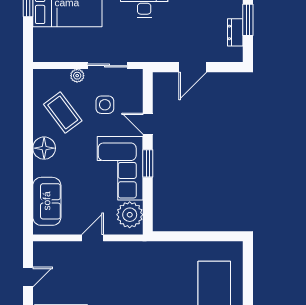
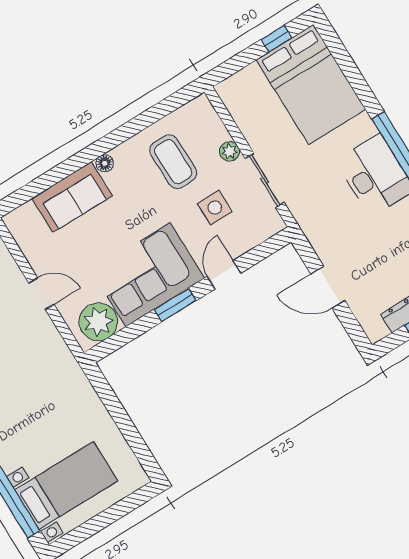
coffee table: (63, 113) -> (173, 162), turned -53
floor lamp: (44, 148) -> (105, 163), width x0.53, depth x0.53
sofa: (47, 201) -> (72, 197), moved

